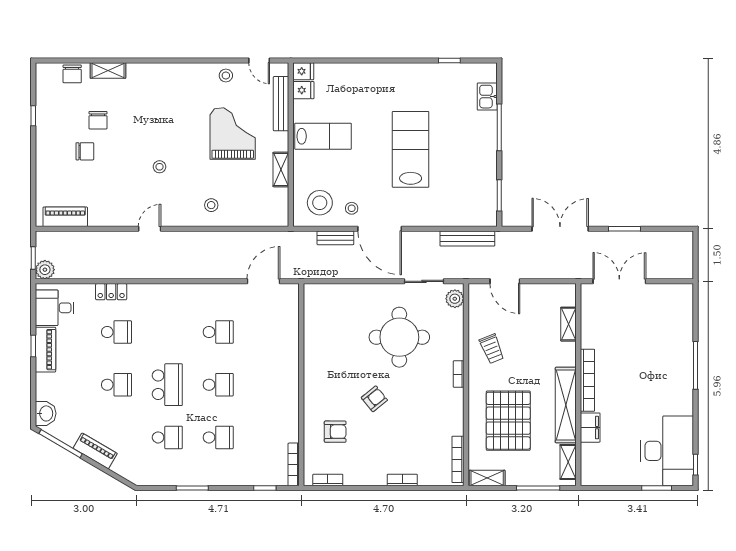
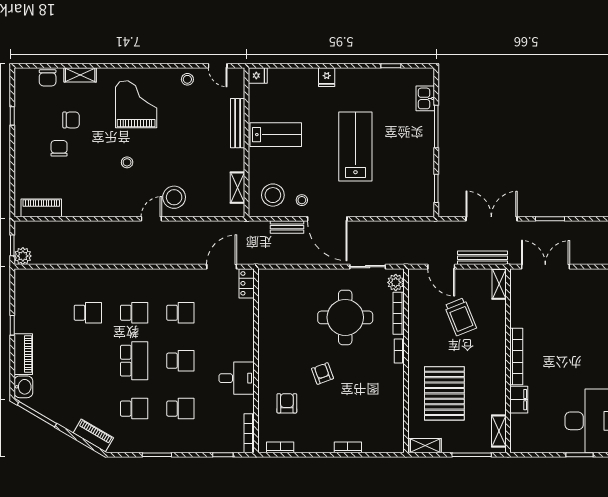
fridge: (303, 90) -> (327, 77), moved, turned 90
bench: (281, 104) -> (238, 123), moved
chair: (98, 120) -> (71, 120), turned -90
grand piano: (233, 134) -> (136, 104), moved
chair: (85, 151) -> (59, 148), turned -90
shelving: (281, 169) -> (238, 188), moved
stool: (211, 205) -> (174, 197), width x1.89, depth x1.89
door: (150, 229) -> (151, 219), moved
bench: (467, 239) -> (483, 258), moved
locker: (111, 292) -> (247, 283), moved, turned 90
desk: (55, 308) -> (237, 378), moved, turned 180
shelving: (568, 324) -> (499, 284), moved
trolley: (492, 349) -> (460, 317), moved, width x1.36, depth x1.39
piano: (45, 350) -> (23, 354), moved
school desk: (116, 385) -> (134, 313), moved
armchair: (374, 399) -> (323, 373), turned -71
shelving: (566, 405) -> (497, 379), removed
armchair: (335, 432) -> (287, 403), turned -90
piano: (95, 451) -> (93, 435), moved
bookcase: (458, 459) -> (399, 313), moved

